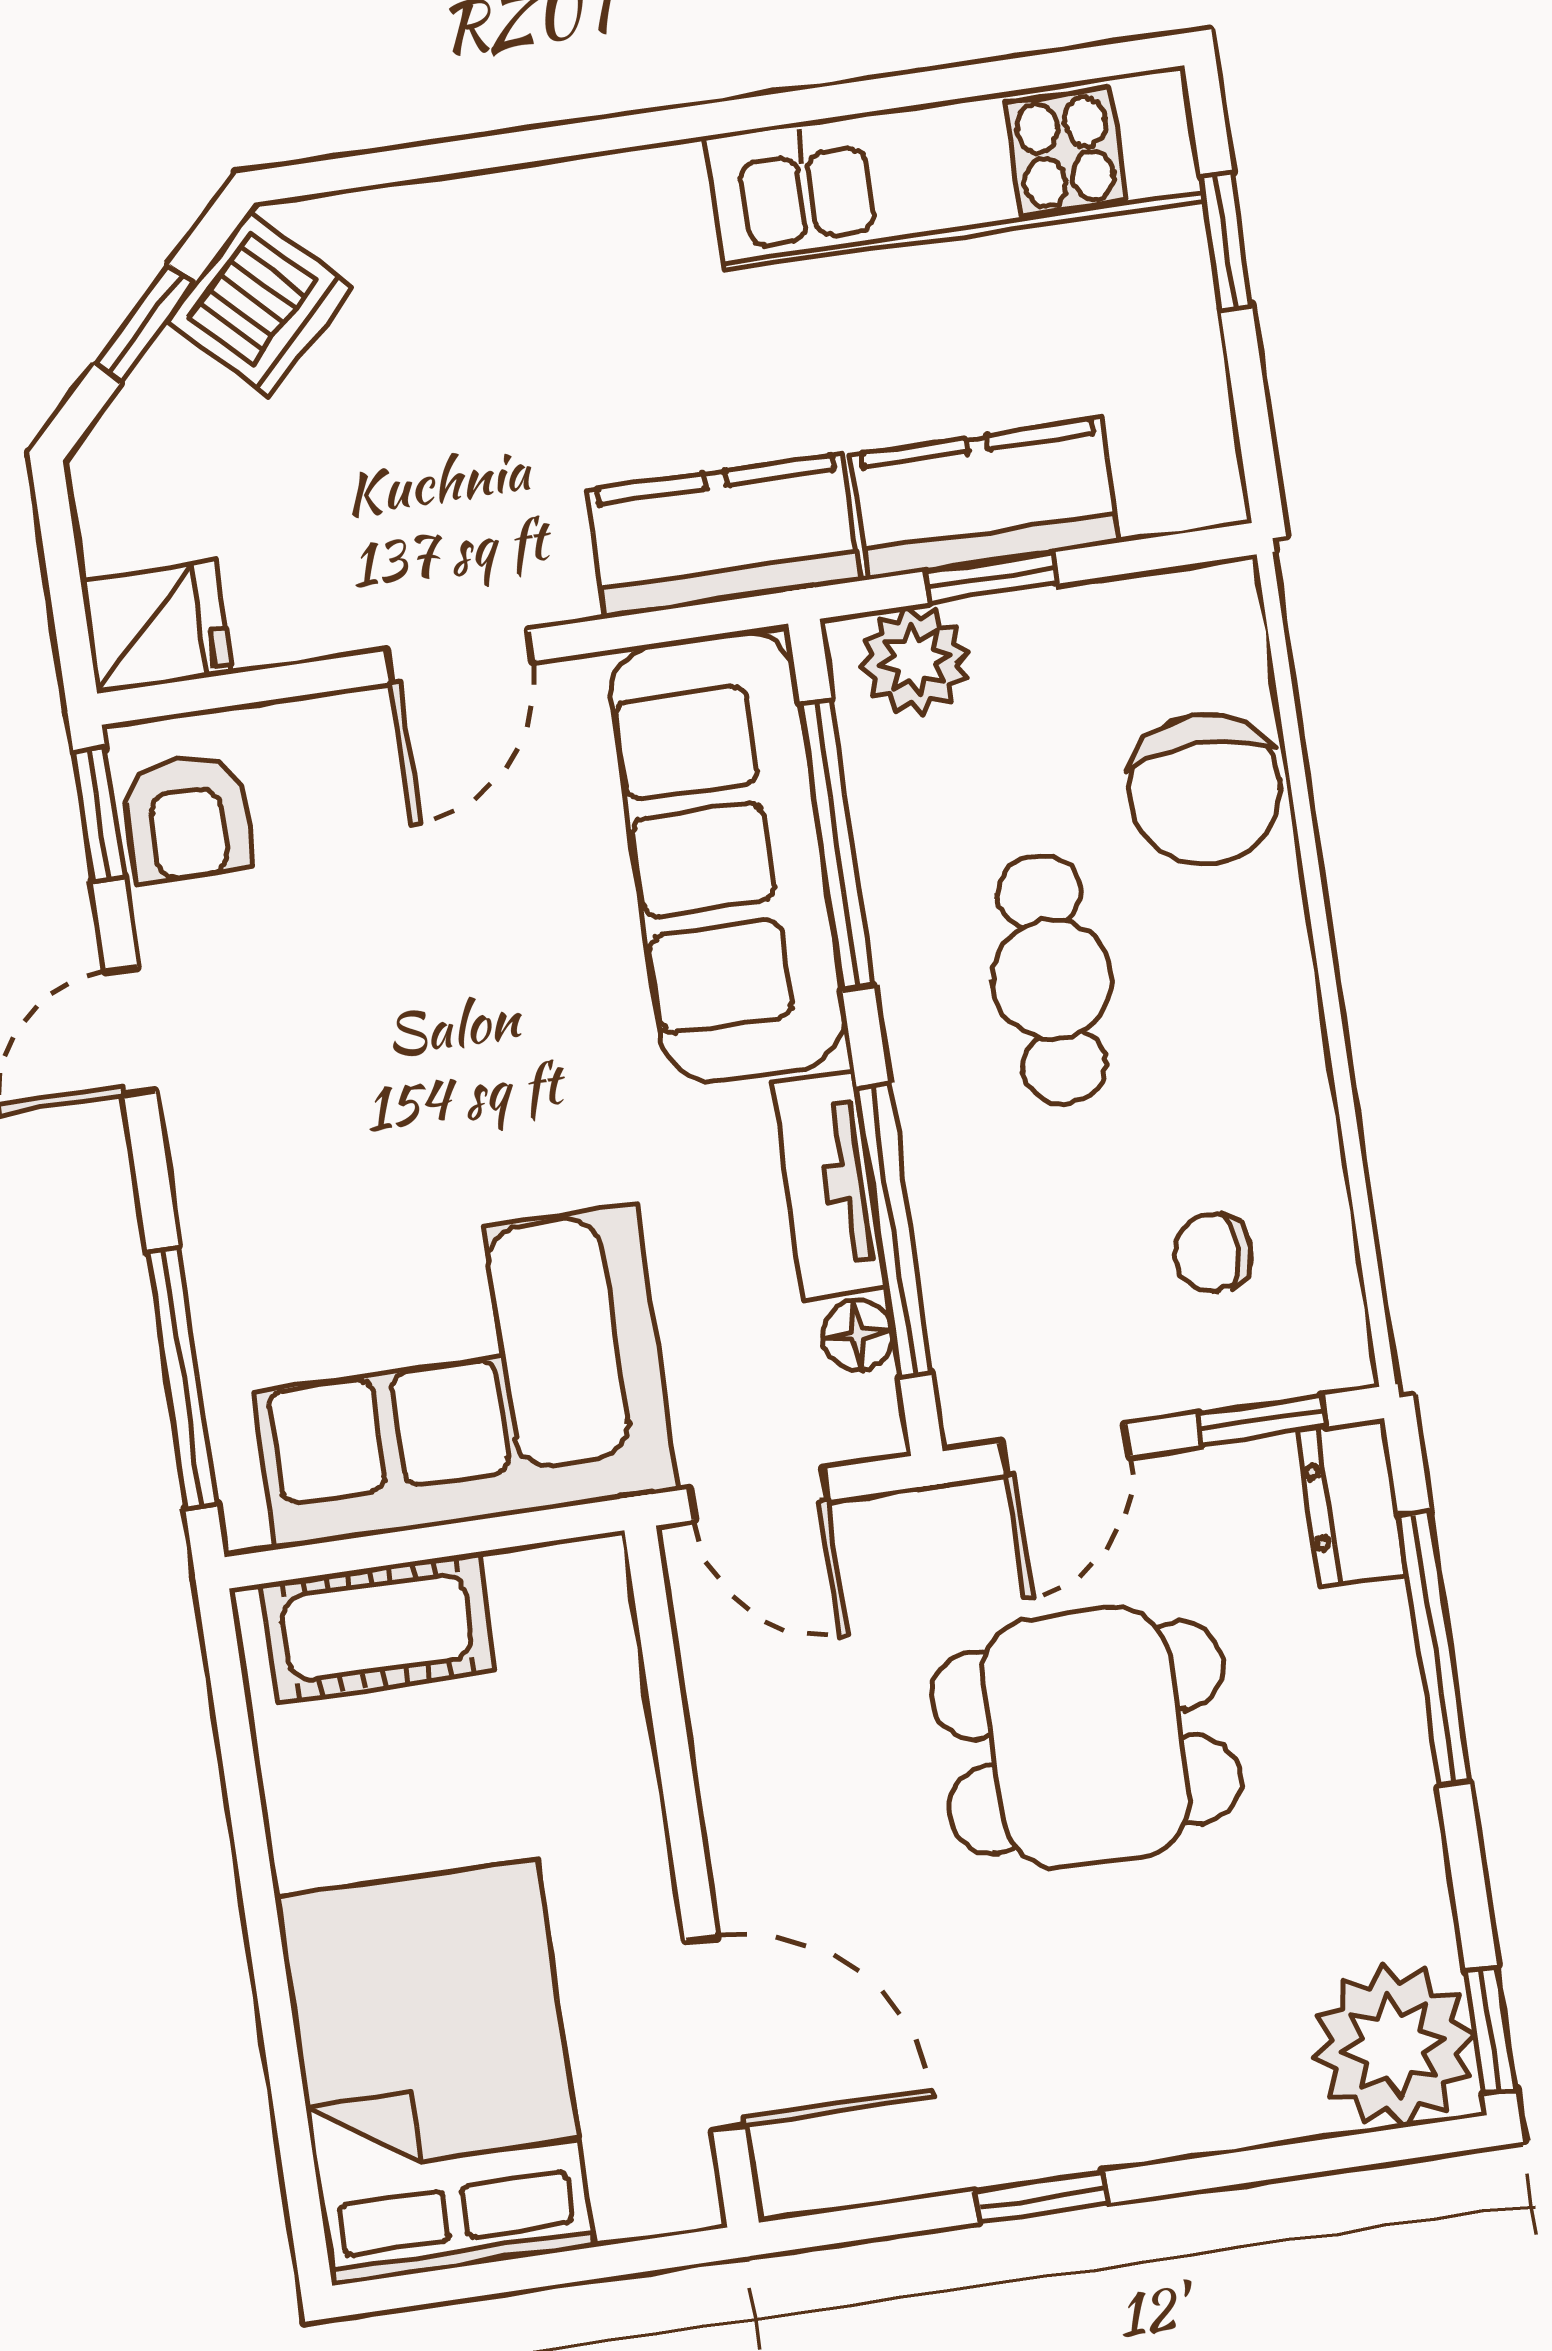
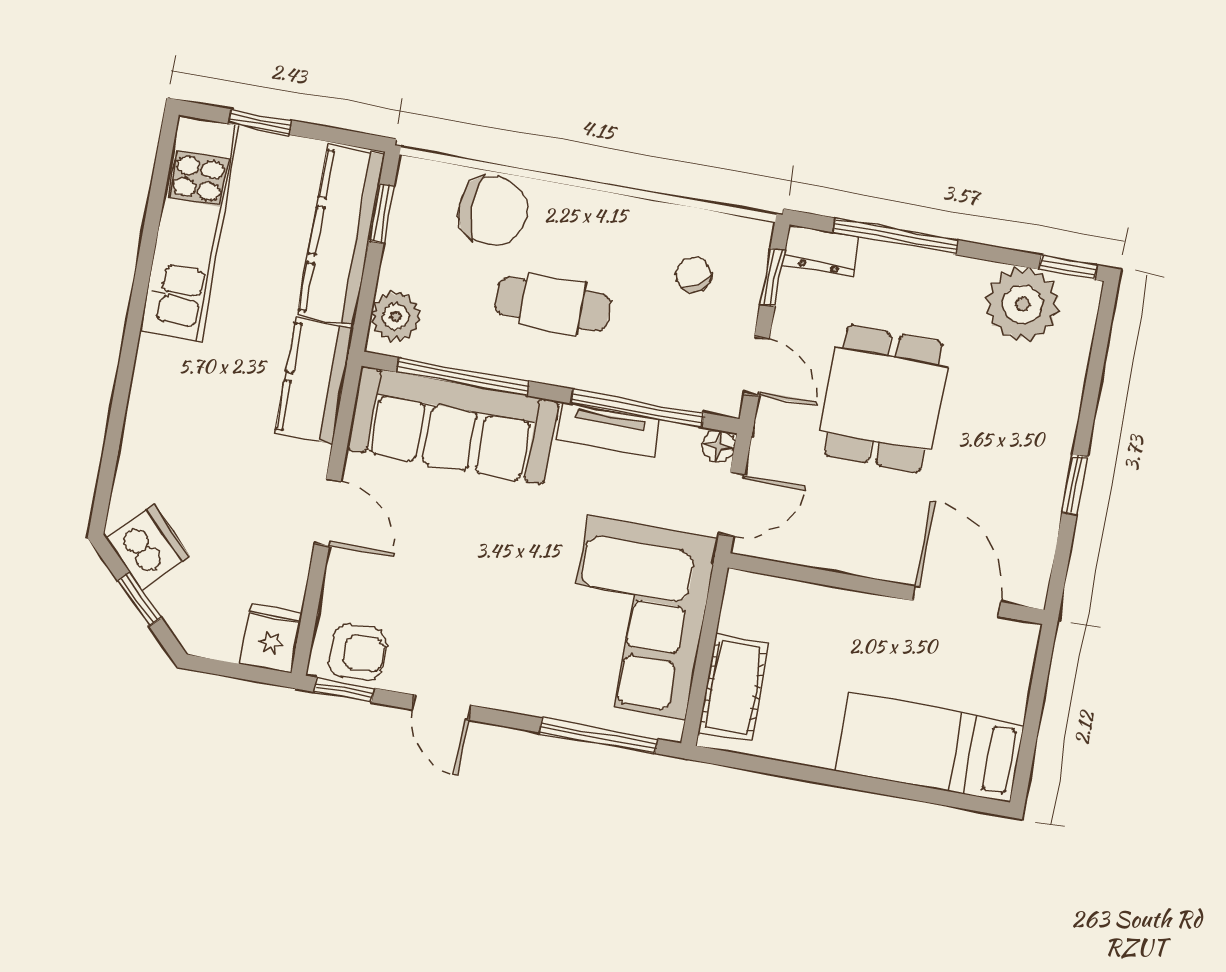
kitchen counter: (985, 499) -> (341, 235), width x1.50
window: (991, 578) -> (381, 214), moved
chair: (1213, 1253) -> (693, 274), turned 145
floor lamp: (858, 1335) -> (719, 446), moved
door: (715, 2033) -> (957, 601), hinge flipped
plant: (1394, 2046) -> (1022, 304), moved
bed: (435, 2072) -> (930, 747), width x0.67

